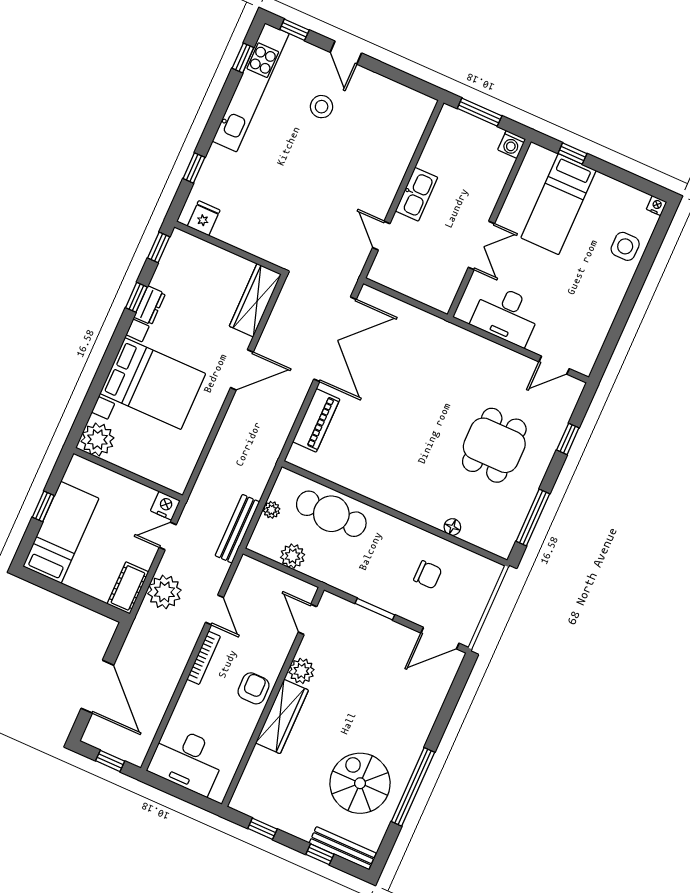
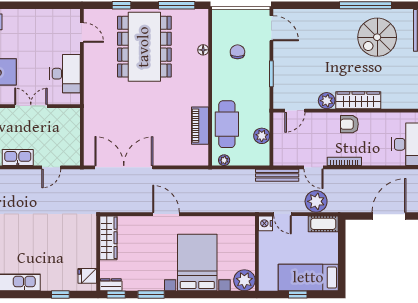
window: (136, 297) -> (151, 295), width x1.50
wardrobe: (255, 300) -> (108, 238), moved, turned -90
dresser: (150, 305) -> (111, 285), moved
piano: (316, 420) -> (200, 126), moved, turned -90
dining table: (494, 445) -> (144, 47), width x1.88, depth x1.24
plant: (272, 510) -> (224, 160), moved
bench: (237, 529) -> (277, 175), moved
door: (215, 610) -> (314, 167), swing flipped

